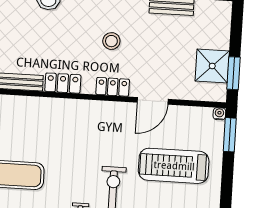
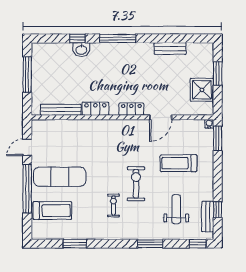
stool: (111, 41) -> (128, 76), removed
window: (234, 73) -> (218, 73), moved
treadmill: (174, 166) -> (179, 163), width x0.73, depth x0.73

